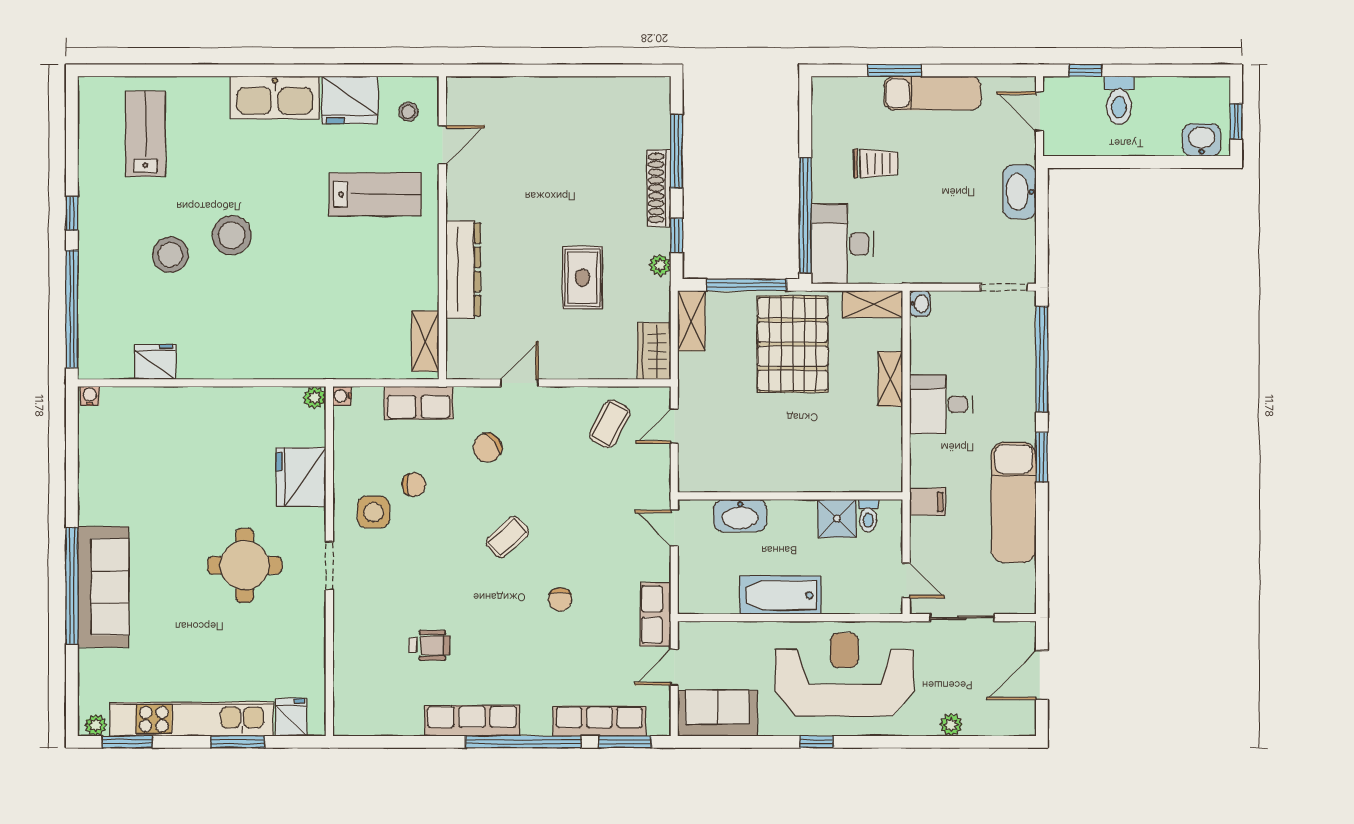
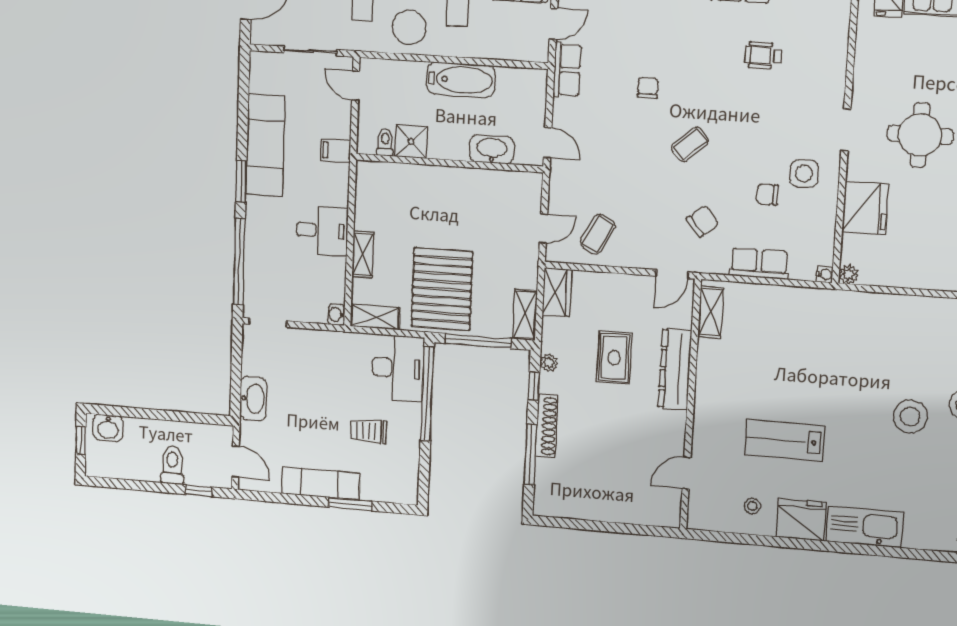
door: (442, 145) -> (686, 473), moved
wall: (442, 228) -> (690, 405), moved
dresser: (463, 269) -> (675, 369), moved
shelving: (425, 341) -> (711, 312), moved

